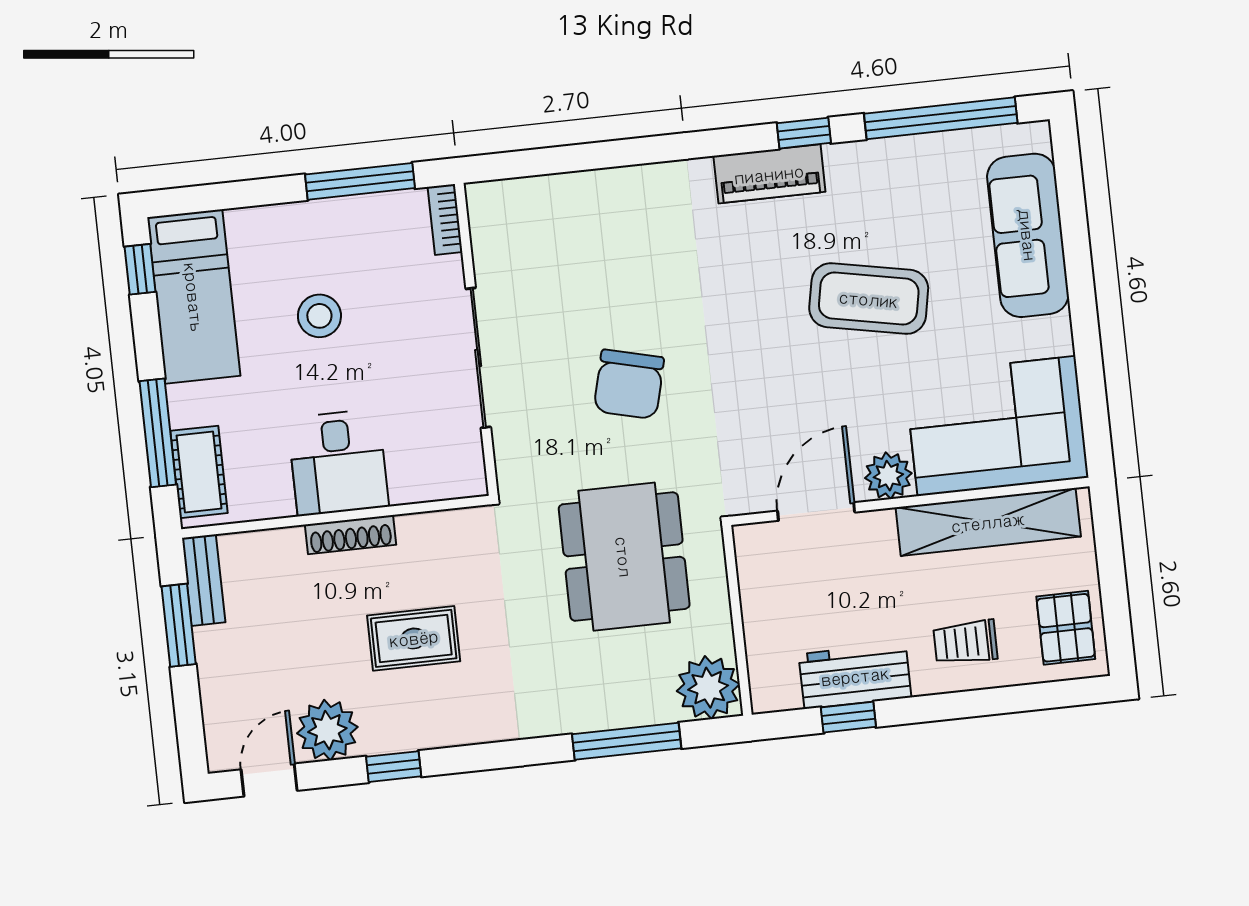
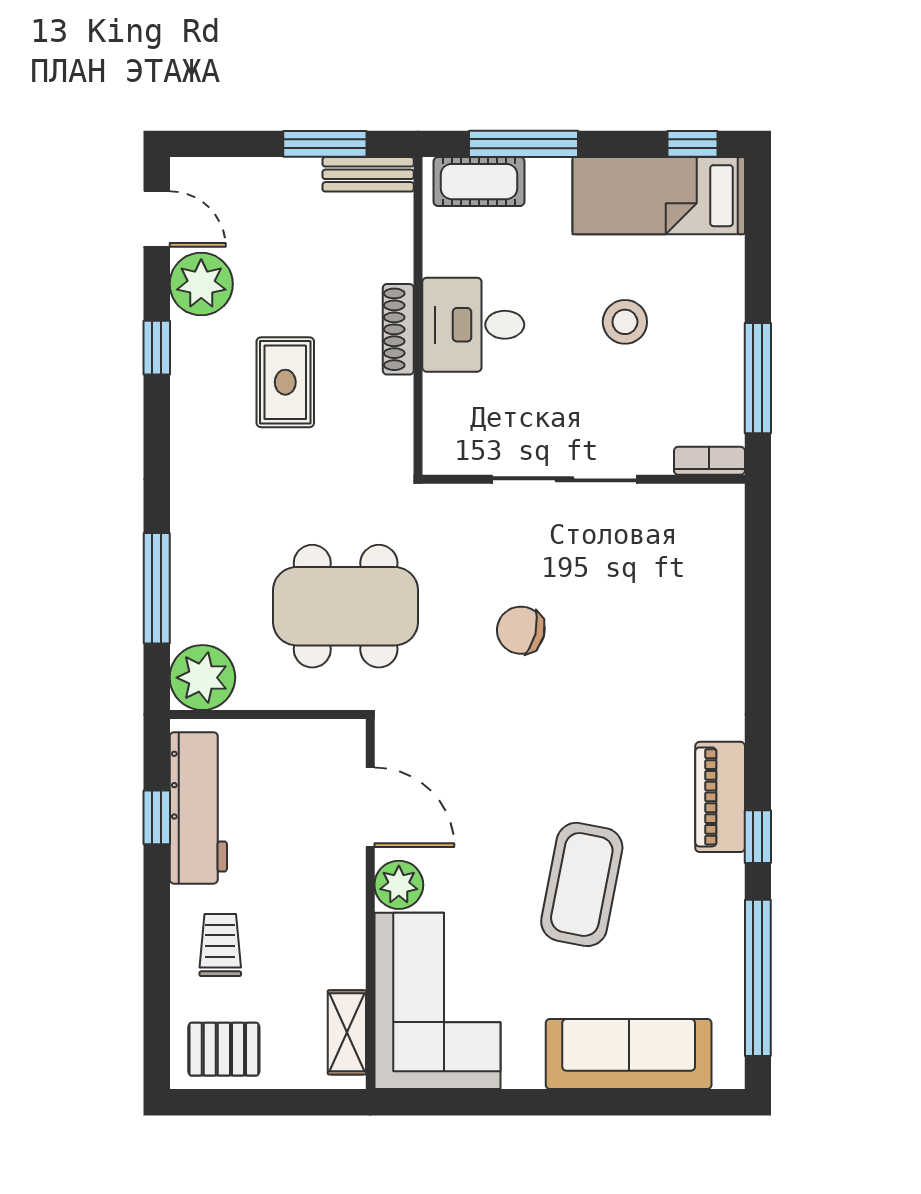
chair: (629, 384) -> (521, 630), width x0.73, depth x0.73
shelving: (988, 522) -> (347, 1032), width x0.45, depth x0.75
workbench: (855, 676) -> (198, 808), width x1.37

